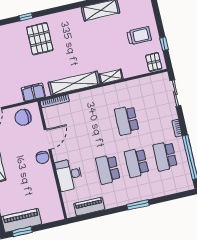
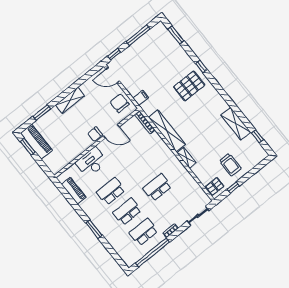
filing cabinet: (33, 92) -> (141, 98), width x0.50

